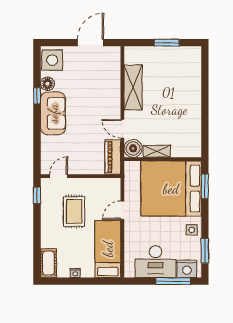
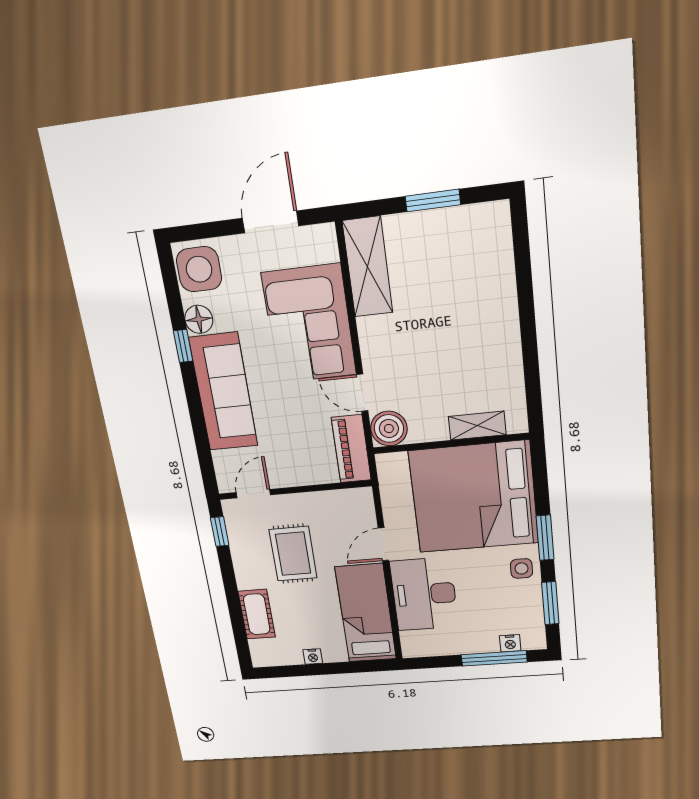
shelving: (133, 87) -> (368, 267), moved
corner sofa: (101, 92) -> (309, 324), added
sofa: (53, 113) -> (223, 392), width x1.36
shelving: (157, 151) -> (477, 426), moved
window: (205, 186) -> (545, 538), moved
desk: (155, 262) -> (424, 594), moved, turned 90
cot: (48, 263) -> (257, 614), moved
nightstand: (187, 269) -> (510, 643), width x0.53, depth x0.56

